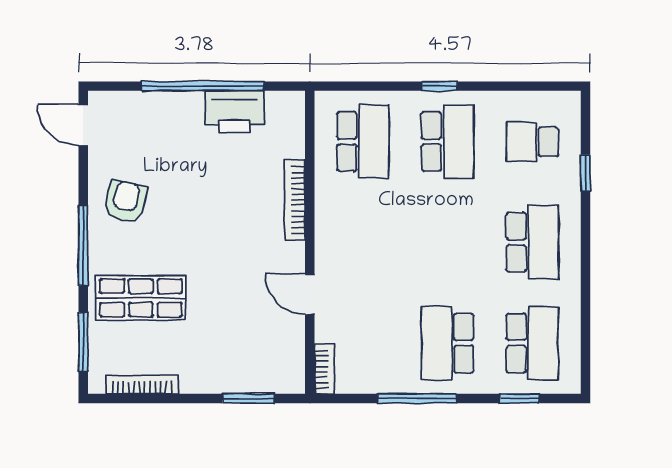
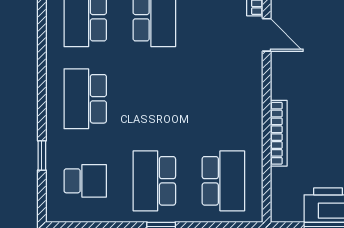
school desk: (363, 142) -> (223, 181), turned 180
door: (310, 294) -> (267, 35), moved

